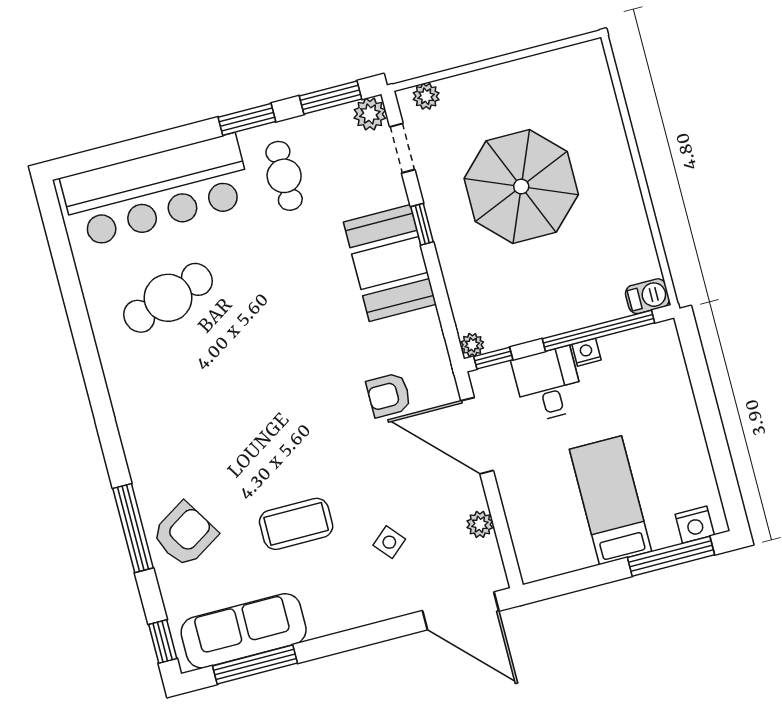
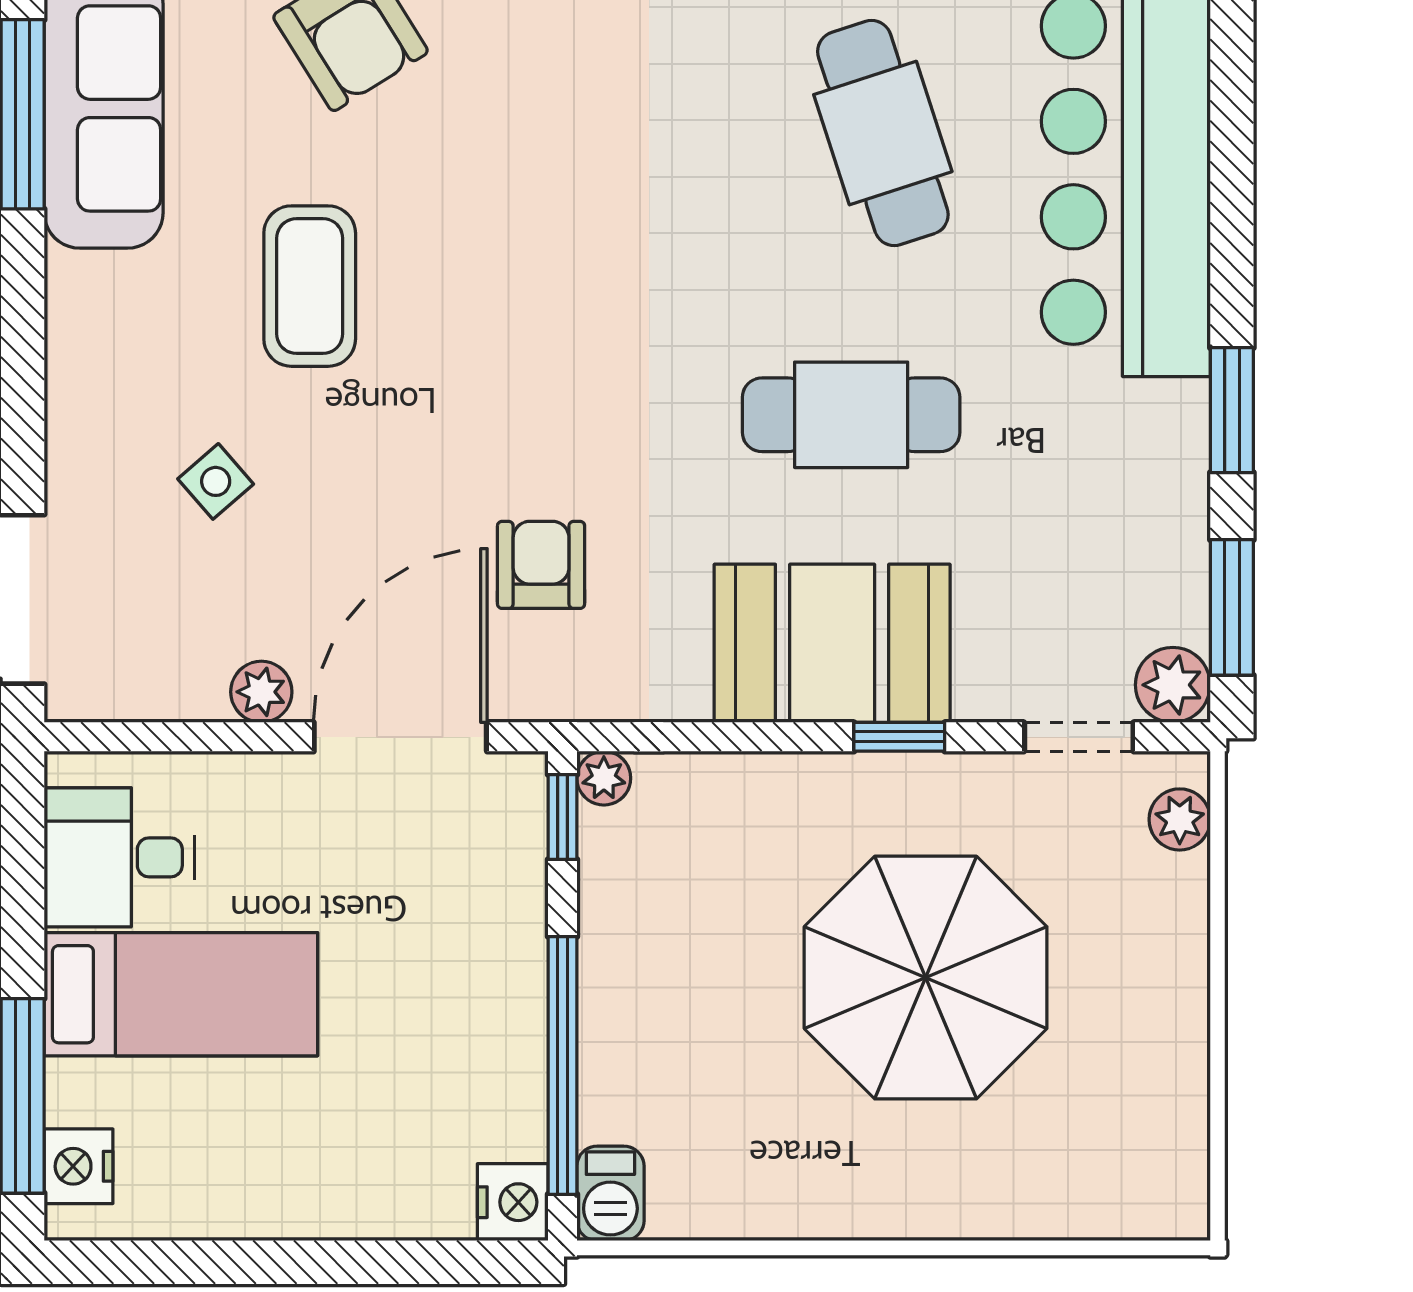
cafe table: (284, 176) -> (851, 415), moved, width x1.37, depth x1.35
nightstand: (586, 352) -> (513, 1202), moved, width x1.39, depth x1.35
desk: (548, 384) -> (119, 857), moved, turned 180
plant: (480, 524) -> (261, 692), moved

